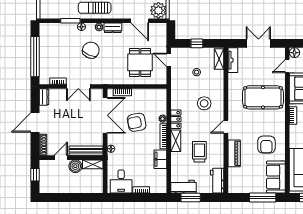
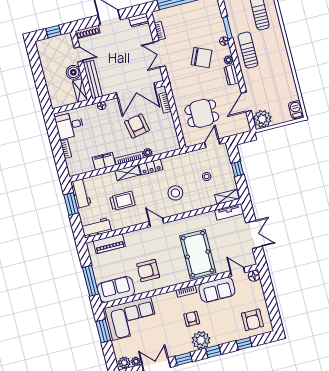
piano: (234, 153) -> (109, 244), moved

